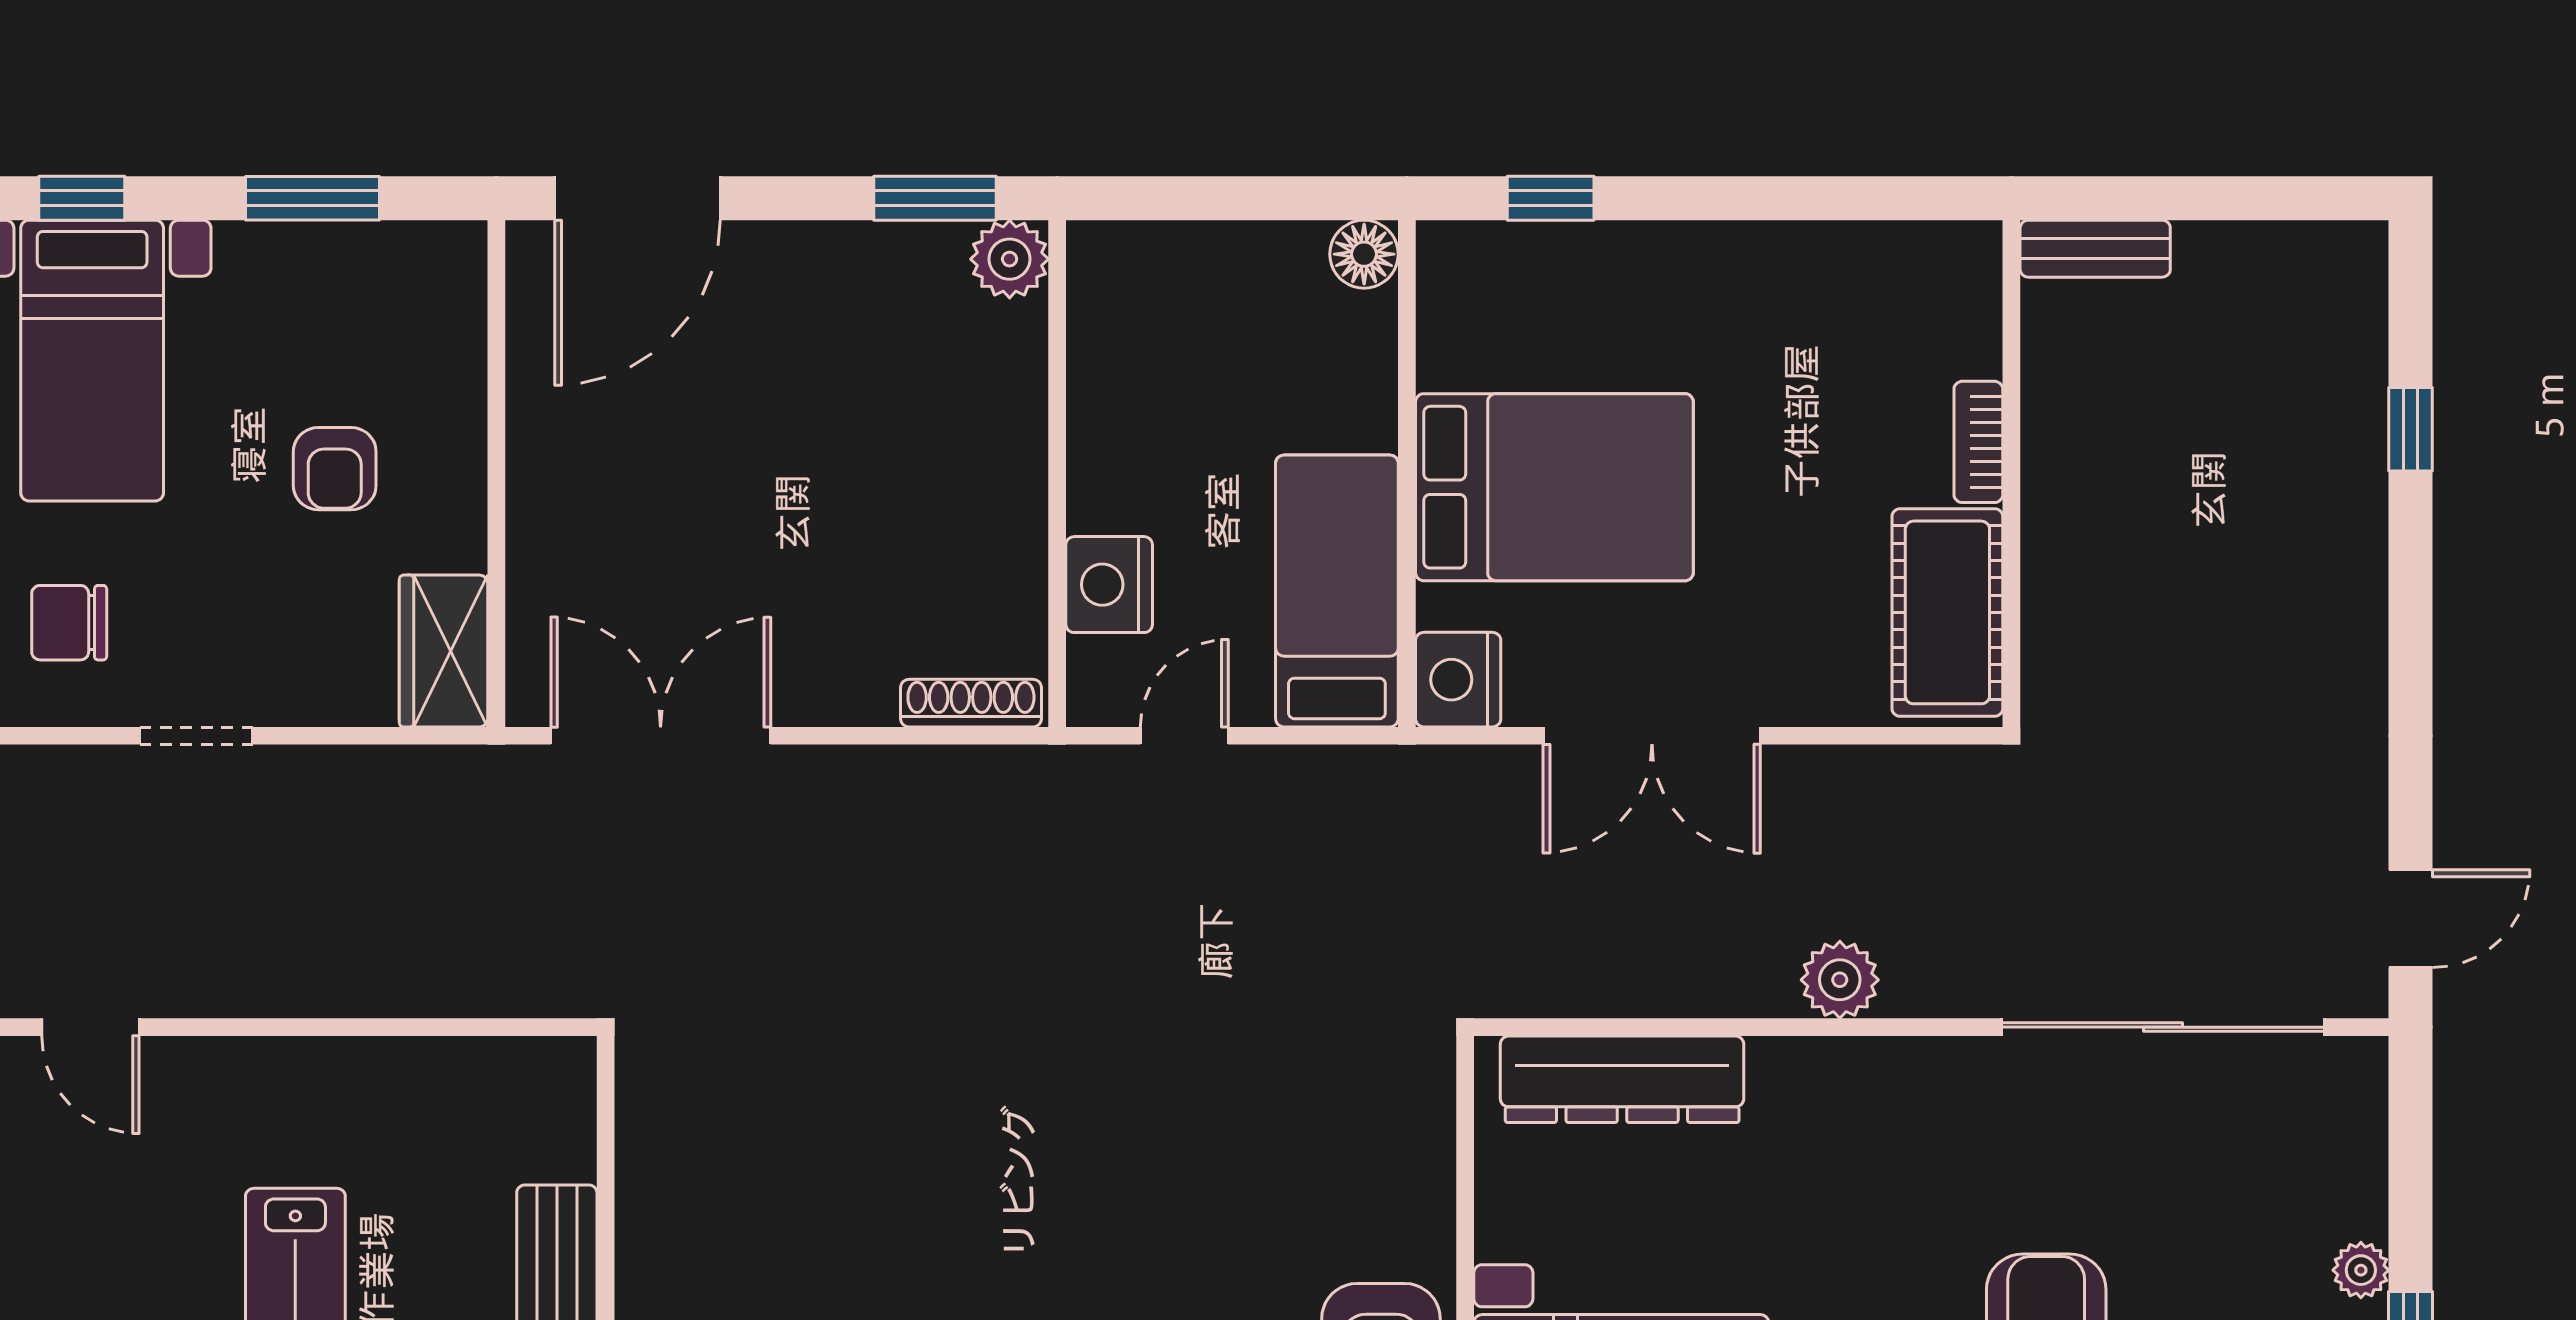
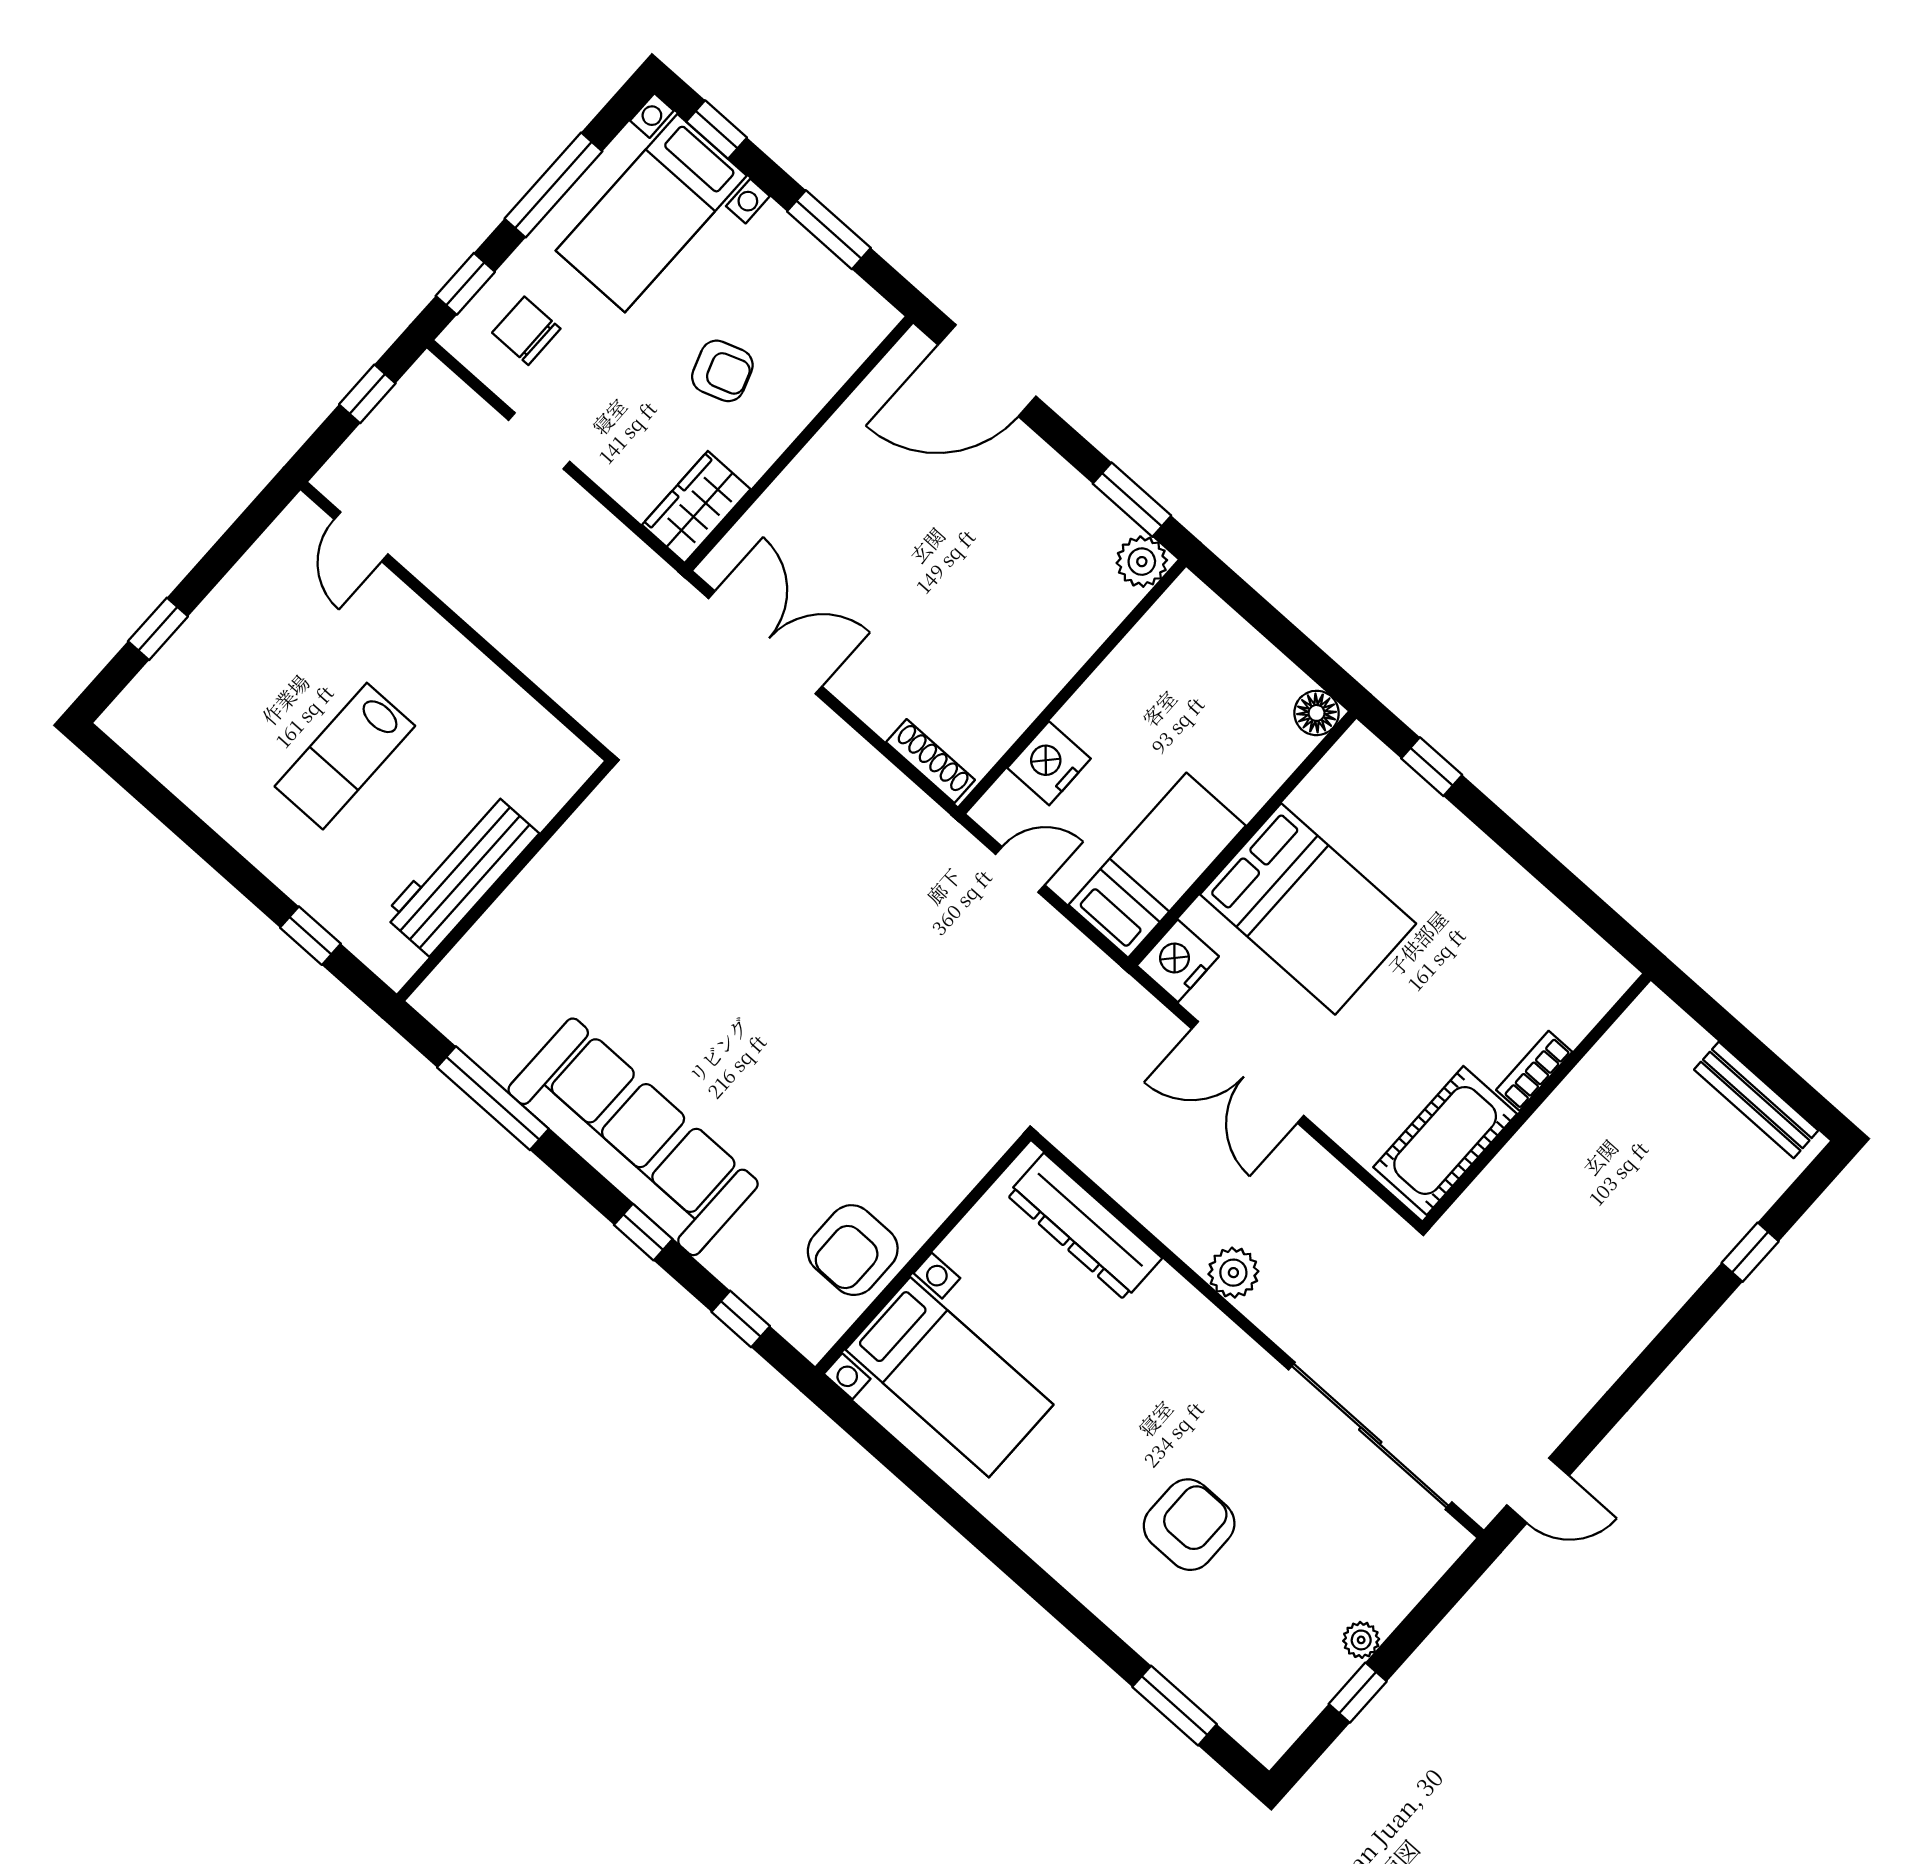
bench: (2095, 249) -> (1756, 1100), moved, width x1.36
armchair: (335, 469) -> (722, 371), turned -109

